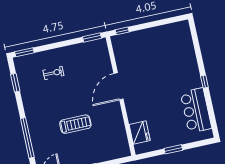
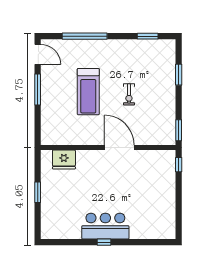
window: (24, 52) -> (179, 75), moved
exercise bike: (53, 73) -> (129, 94), moved
bar counter: (196, 110) -> (105, 226), moved
treadmill: (75, 124) -> (88, 92), width x1.37, depth x1.38

